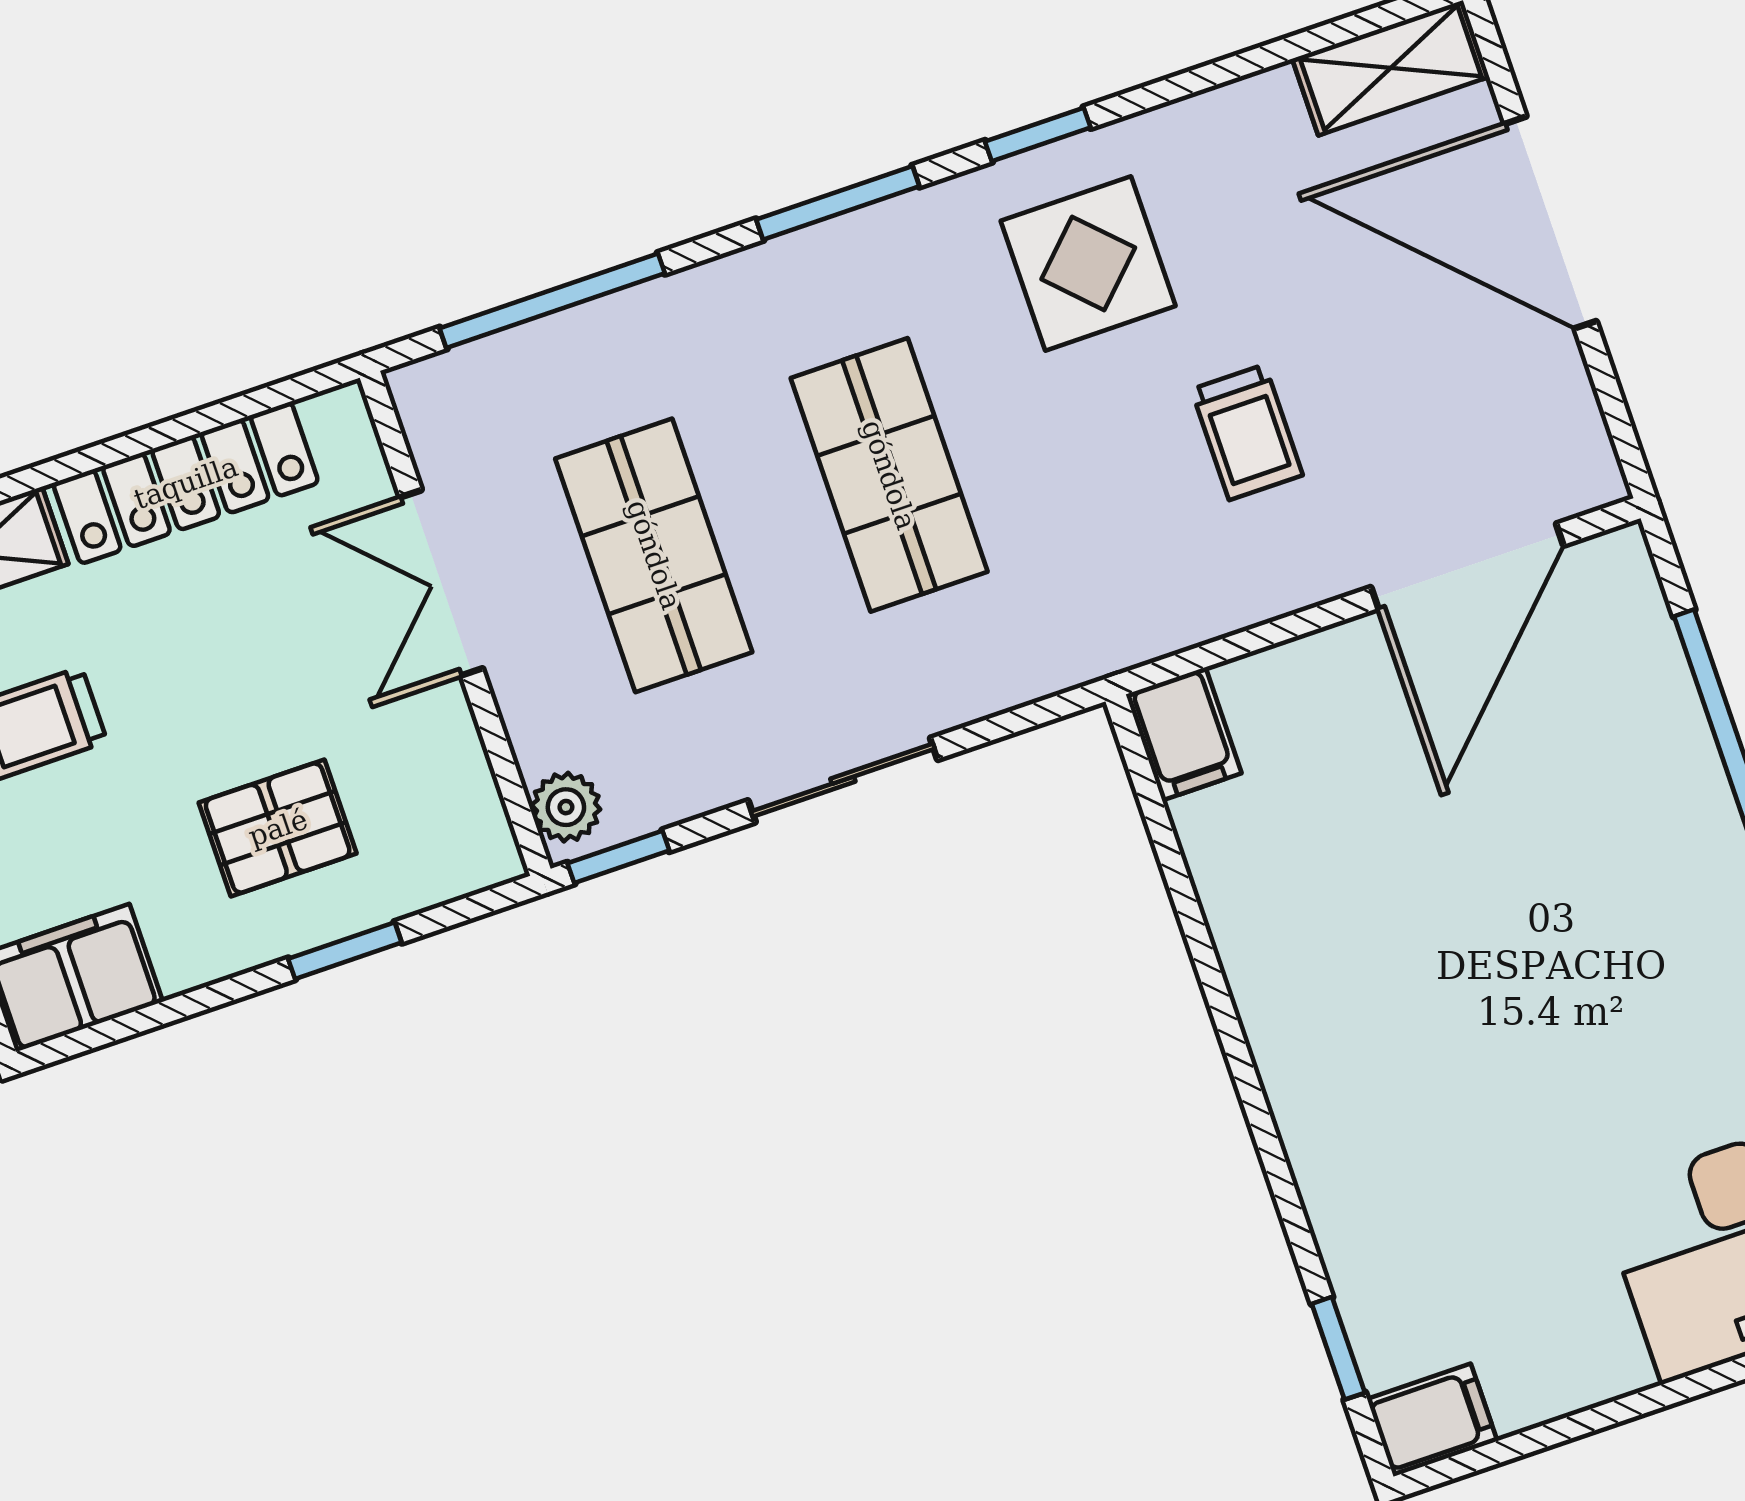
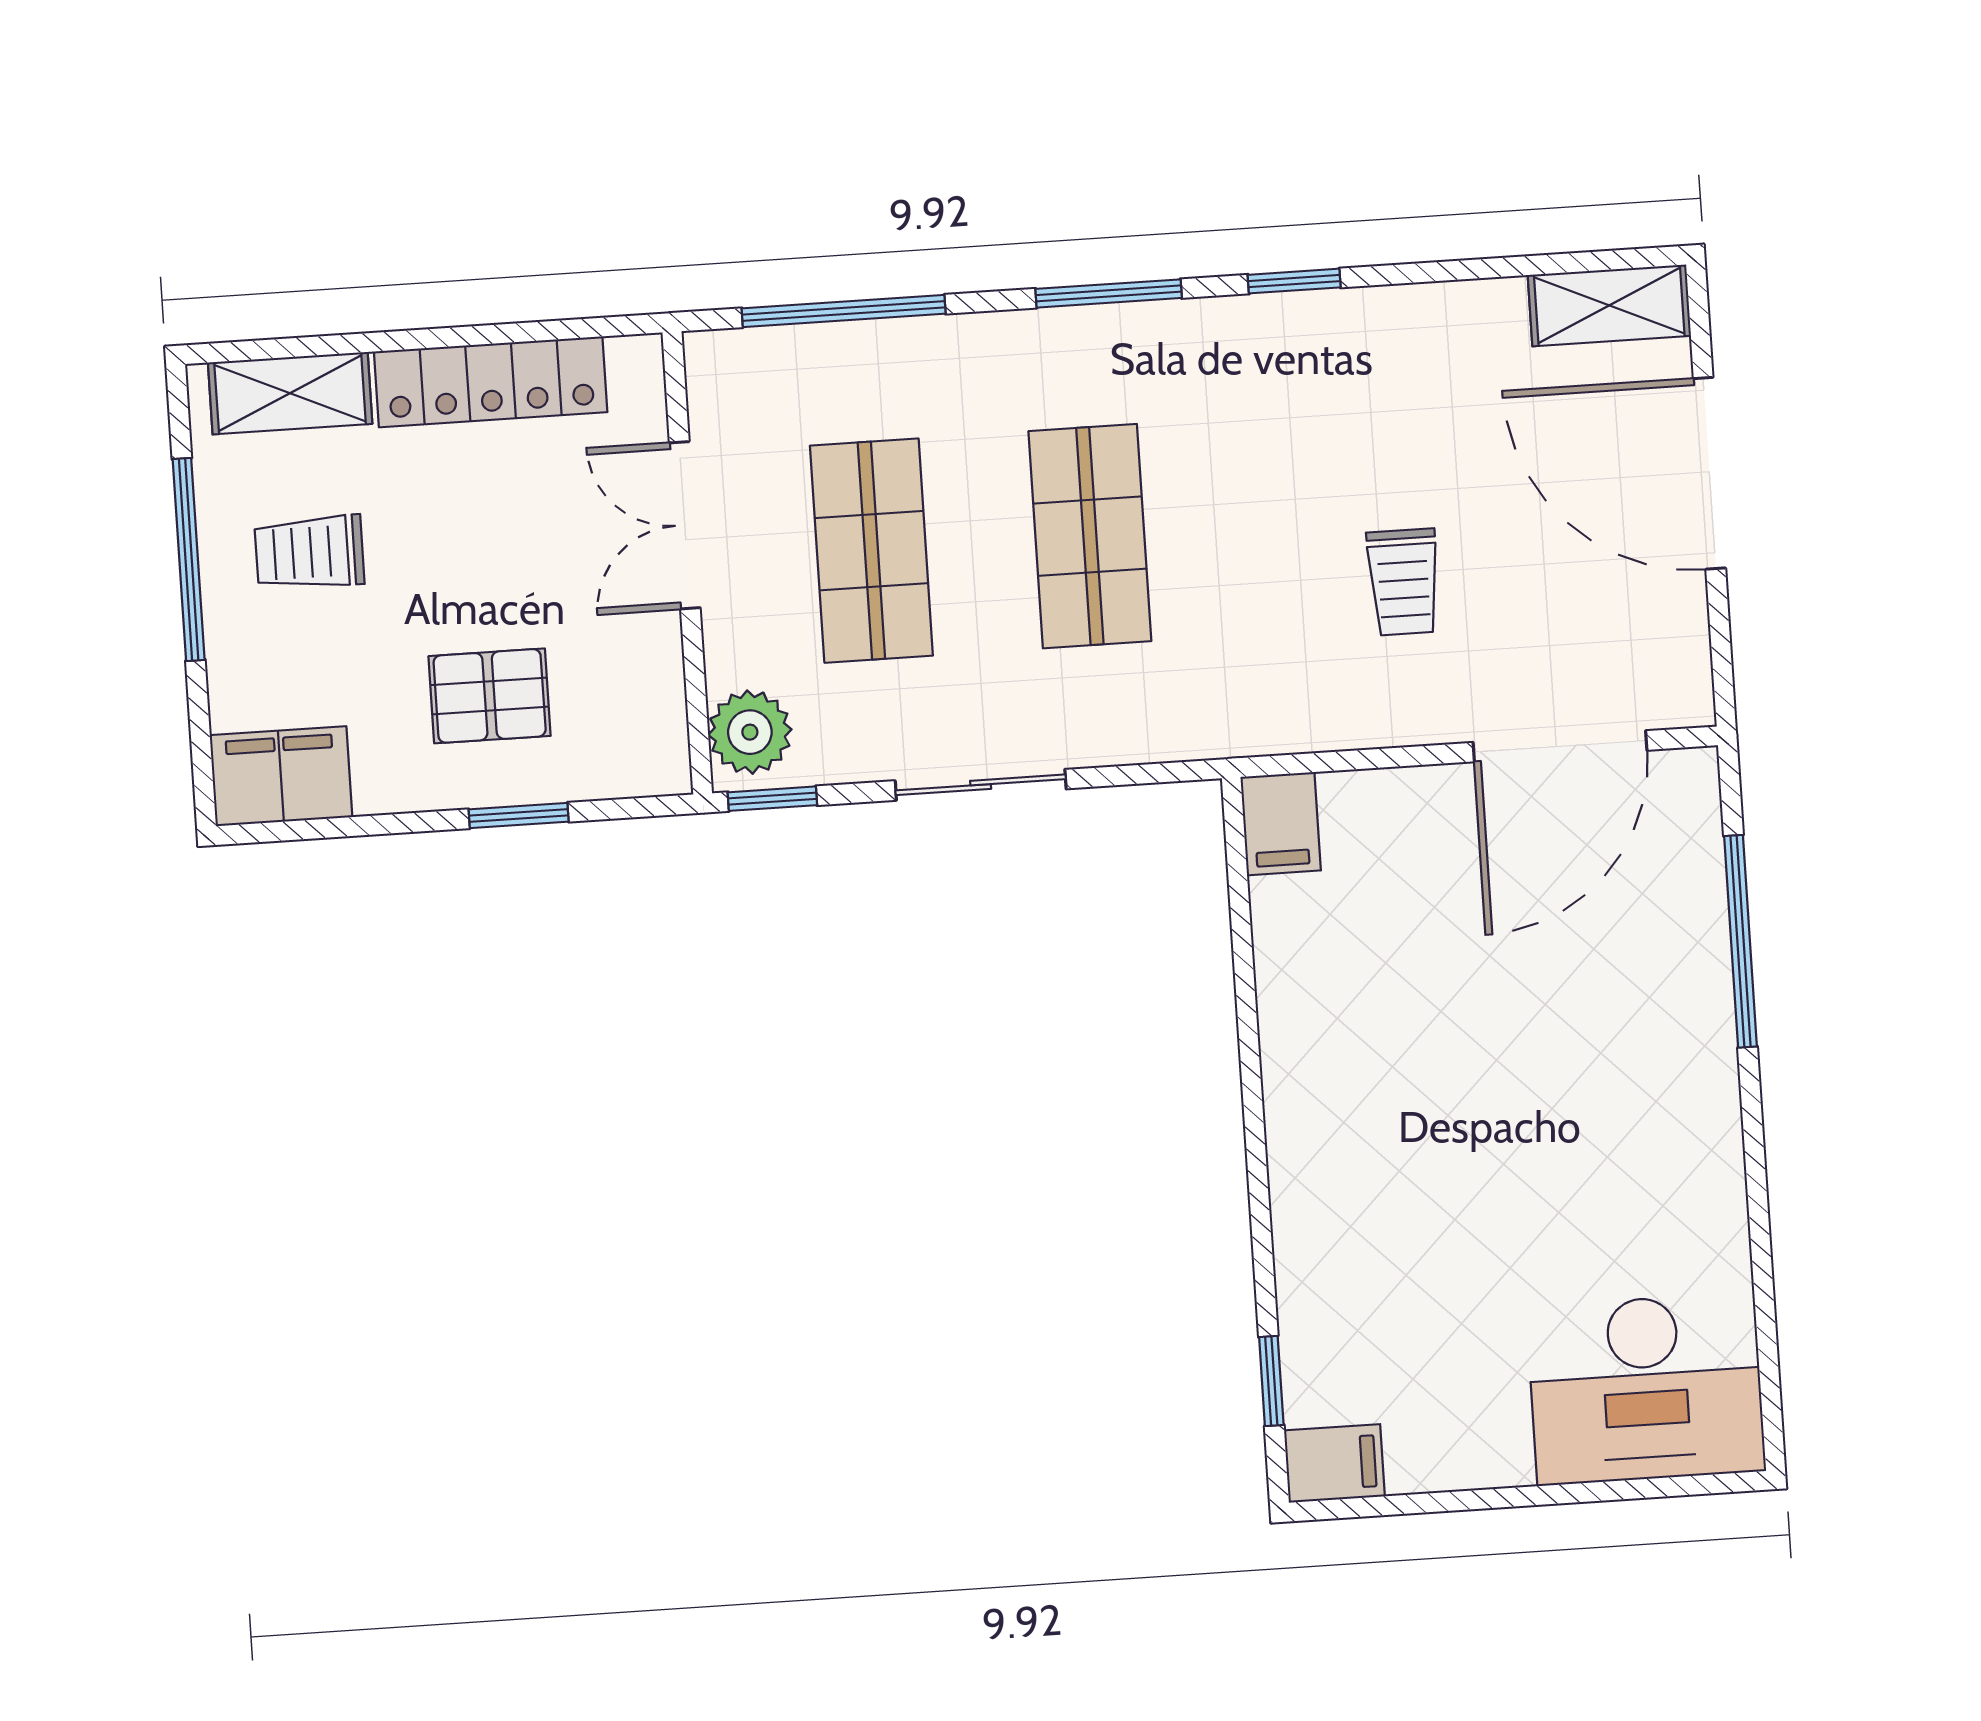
display table: (1088, 263) -> (1307, 402), removed
plant: (566, 807) -> (750, 732), width x1.38, depth x1.38

